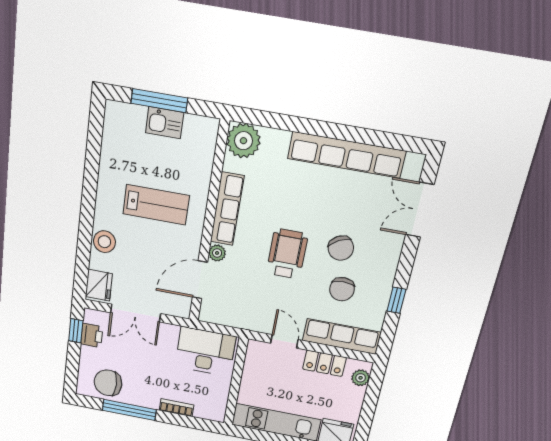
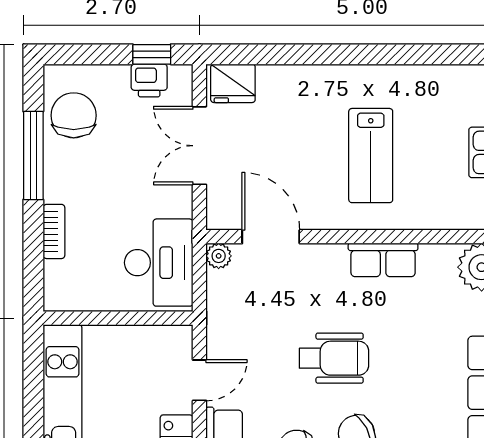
row of seats: (227, 209) -> (383, 260), width x0.68
stool: (104, 242) -> (302, 85), removed
plant: (217, 253) -> (219, 256), moved

